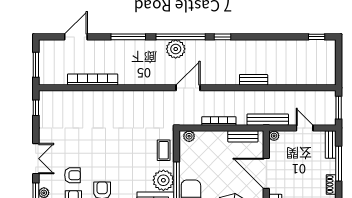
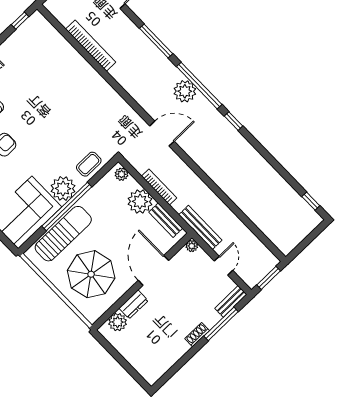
bench: (254, 80) -> (223, 183), removed
plant: (217, 141) -> (140, 201), added

